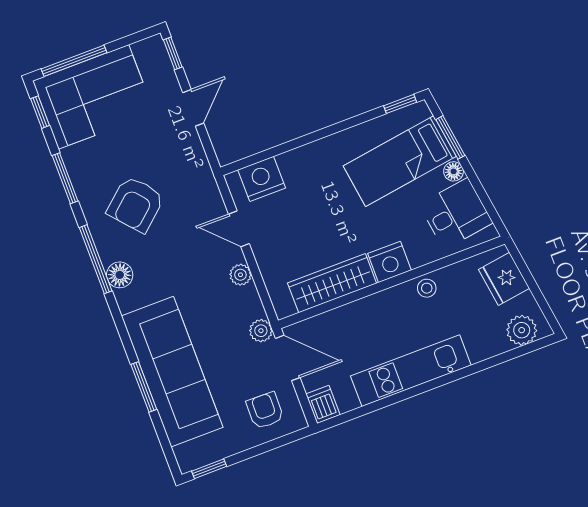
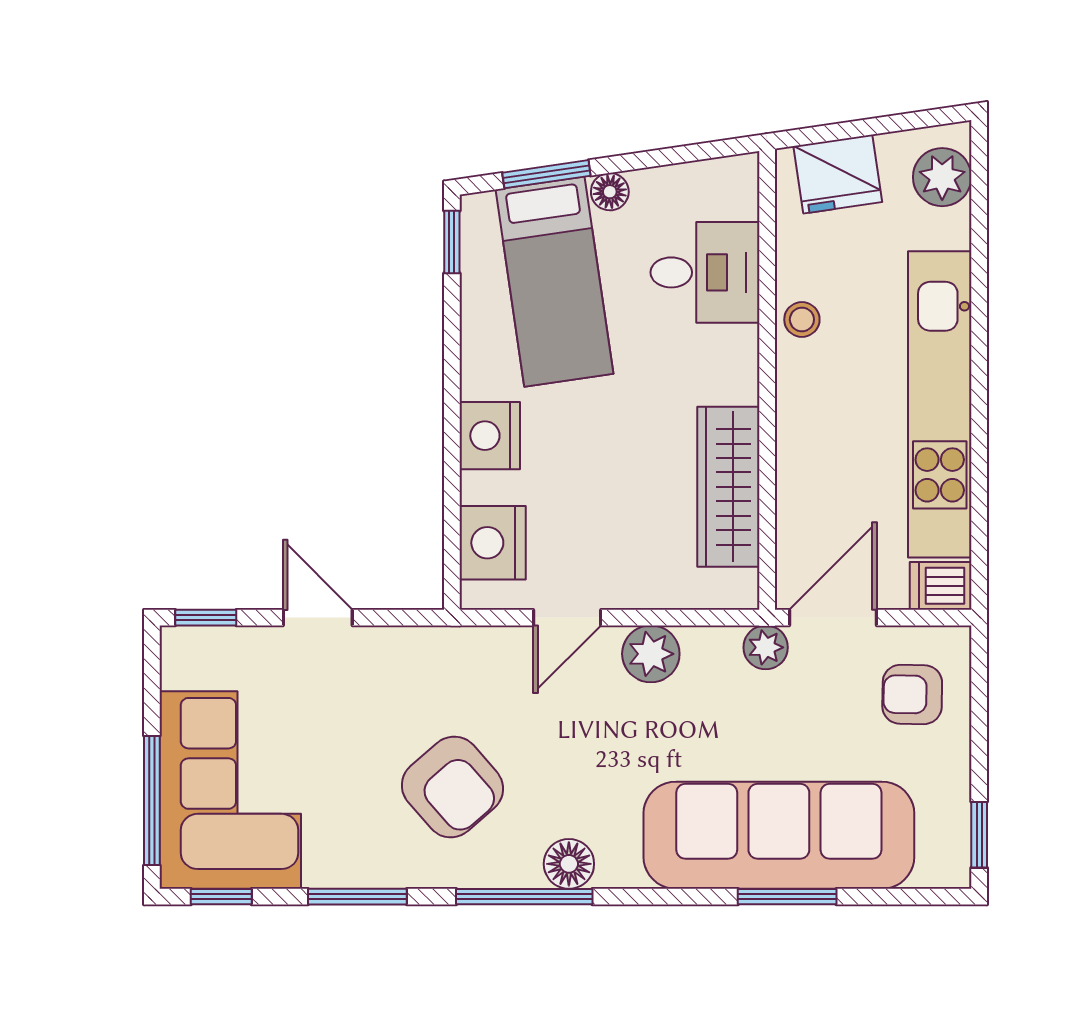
desk: (456, 214) -> (705, 272), moved, turned 98
nightstand: (389, 262) -> (490, 436), moved, turned 180
plant: (240, 275) -> (651, 654), width x1.38, depth x1.38
kitchen unit: (411, 371) -> (940, 404), width x1.36

